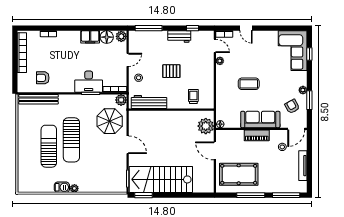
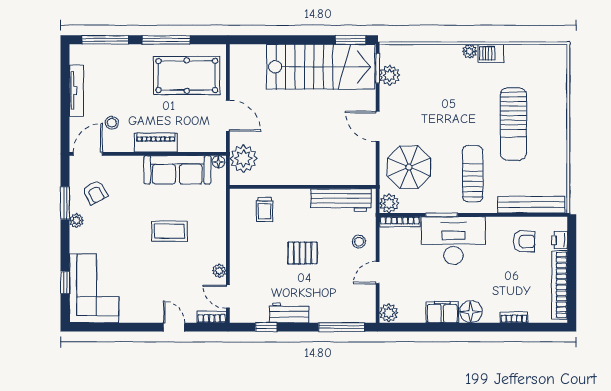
floor lamp: (107, 37) -> (471, 312), moved
printer: (22, 79) -> (559, 240), added
desk: (89, 82) -> (453, 241), width x1.36, depth x1.30
sofa: (260, 119) -> (177, 170), moved
sun lounger: (71, 140) -> (473, 174), moved, width x0.73, depth x0.75
plant: (121, 175) -> (390, 75), added

